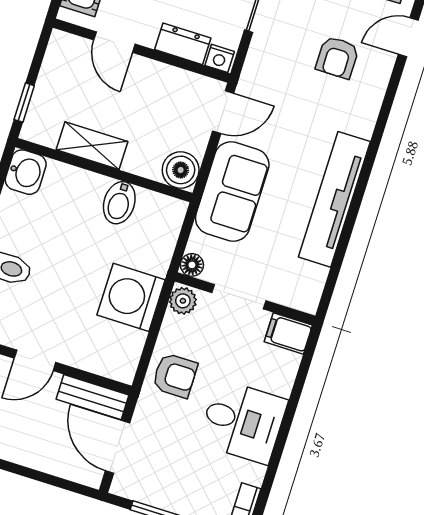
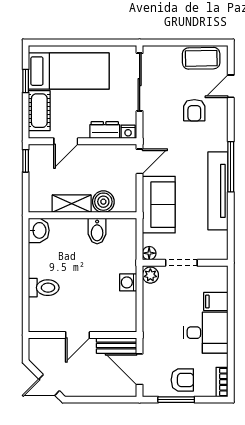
door: (114, 42) -> (66, 141), hinge flipped
window: (24, 103) -> (26, 161), moved
window: (367, 167) -> (231, 167), added
boiler: (181, 170) -> (103, 202), moved
washing machine: (131, 297) -> (128, 282), width x0.53, depth x0.53
filing cabinet: (288, 333) -> (216, 302), moved
armchair: (175, 376) -> (182, 380), moved

